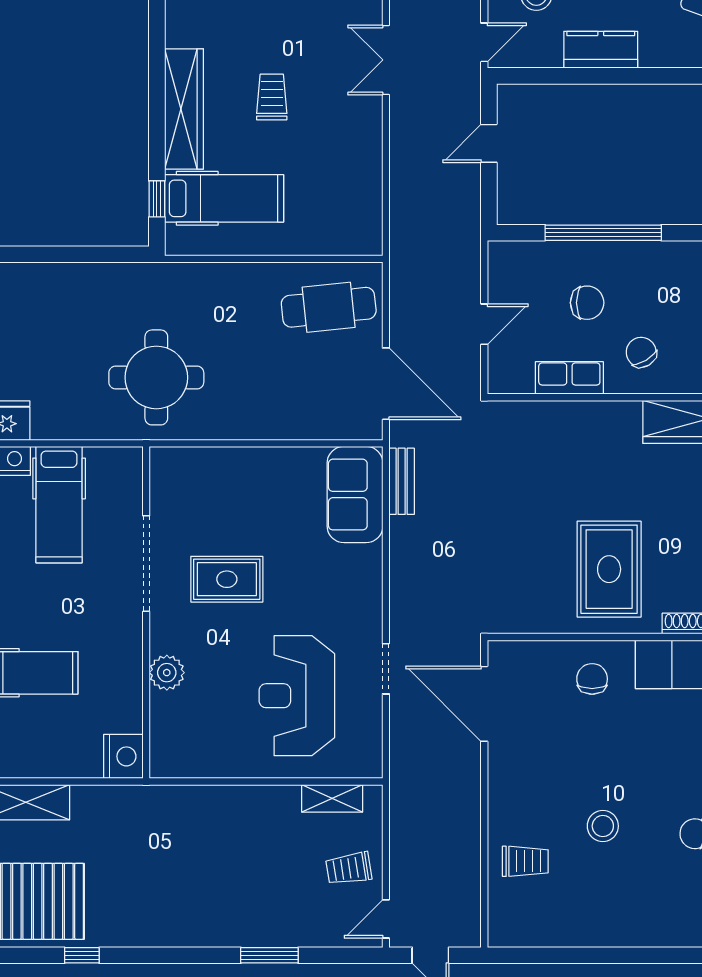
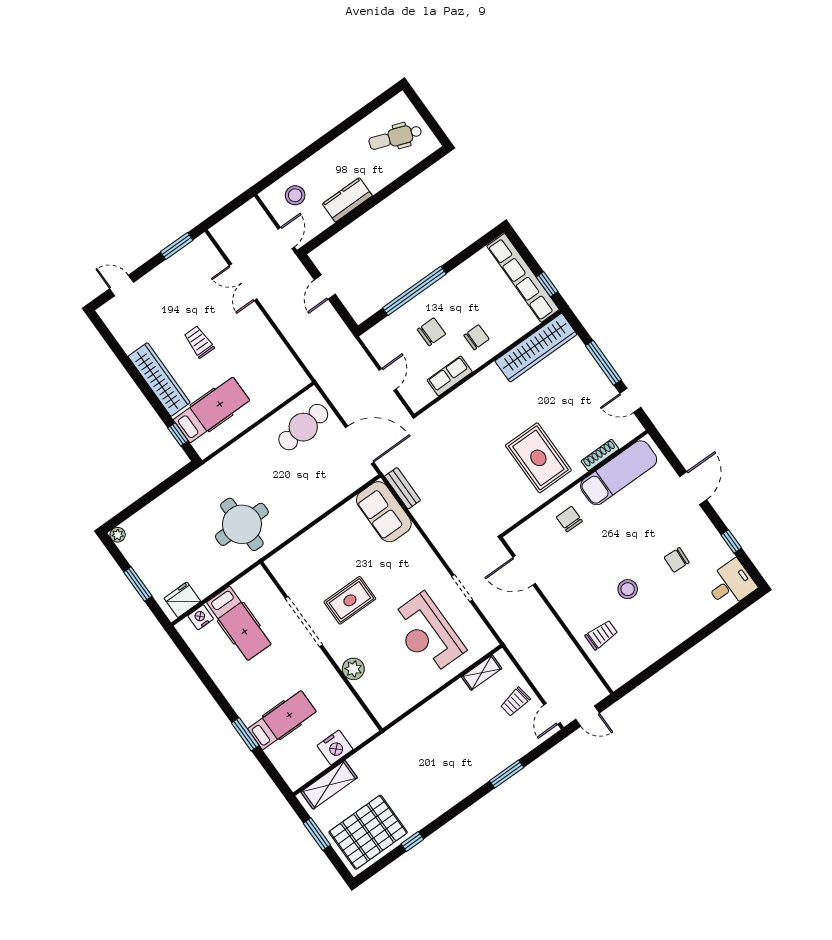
chair: (641, 352) -> (477, 337), turned 121
door: (484, 704) -> (524, 570), width x0.73
nightstand: (123, 756) -> (335, 747), moved, turned 90

